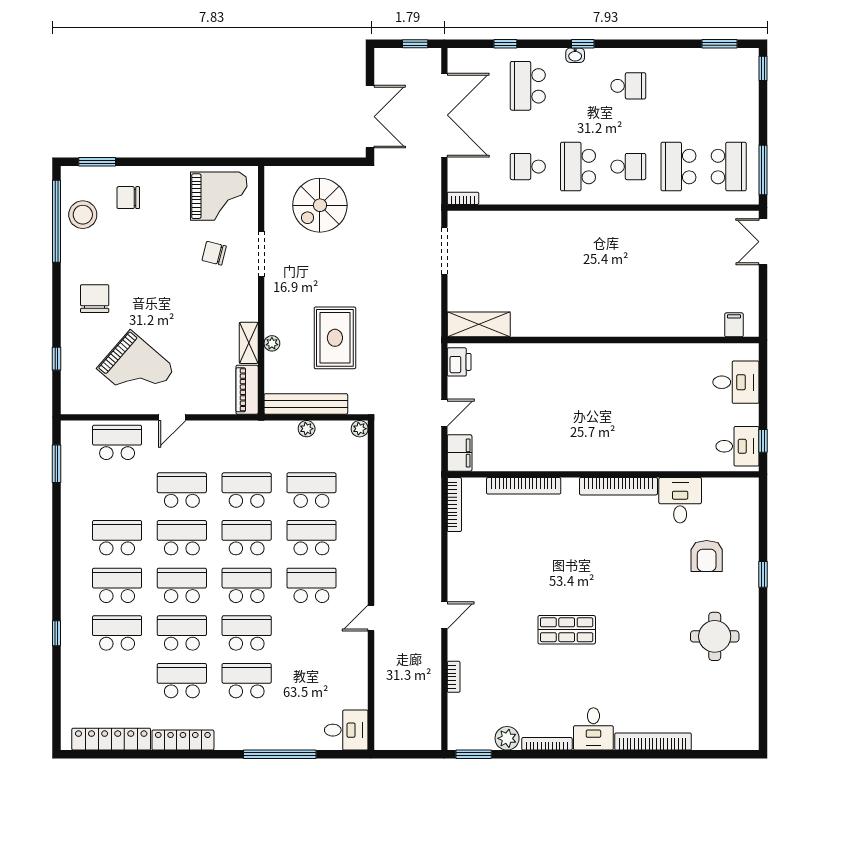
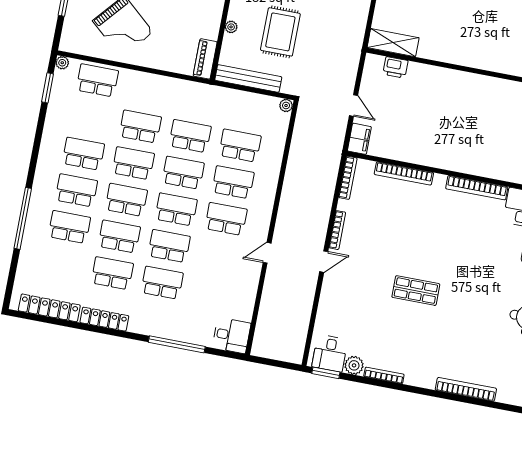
shelving: (249, 343) -> (213, 23), removed
printer: (459, 362) -> (395, 67), moved, turned 90
door: (444, 413) -> (354, 106), hinge flipped
door: (172, 417) -> (144, 69), removed
plant: (307, 429) -> (62, 63), moved
window: (56, 633) -> (23, 218), width x3.17
bookcase: (454, 677) -> (337, 230), moved, width x1.56
desk: (593, 729) -> (330, 353), moved

